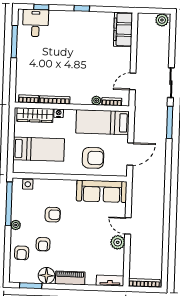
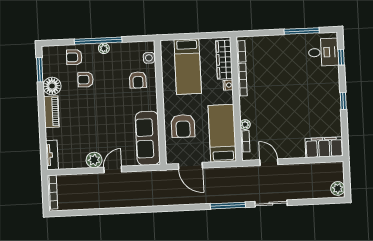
window: (9, 204) -> (98, 41), moved
armchair: (53, 215) -> (138, 80), moved

